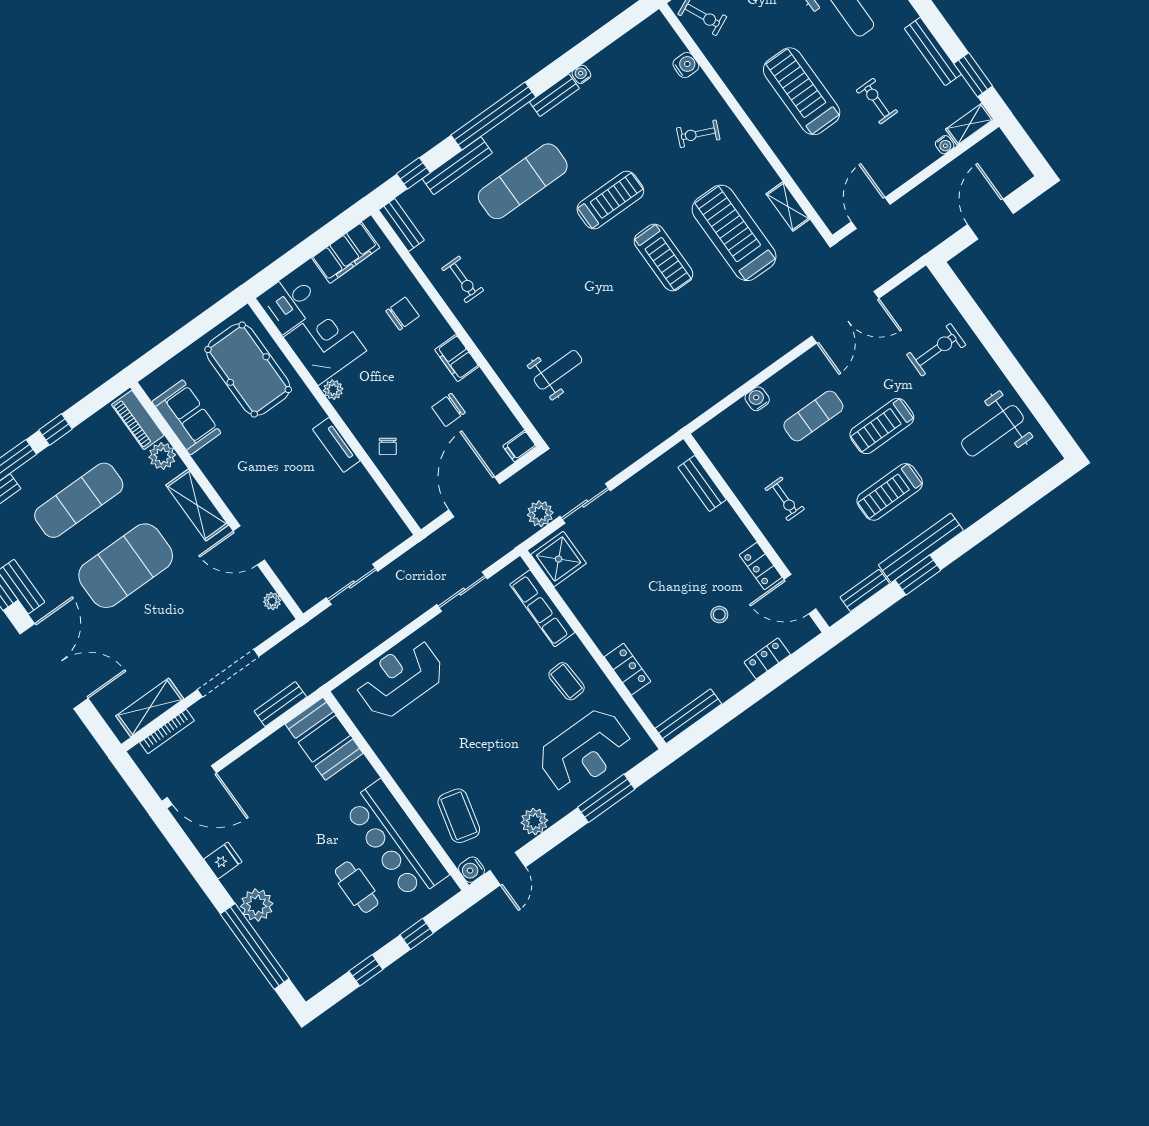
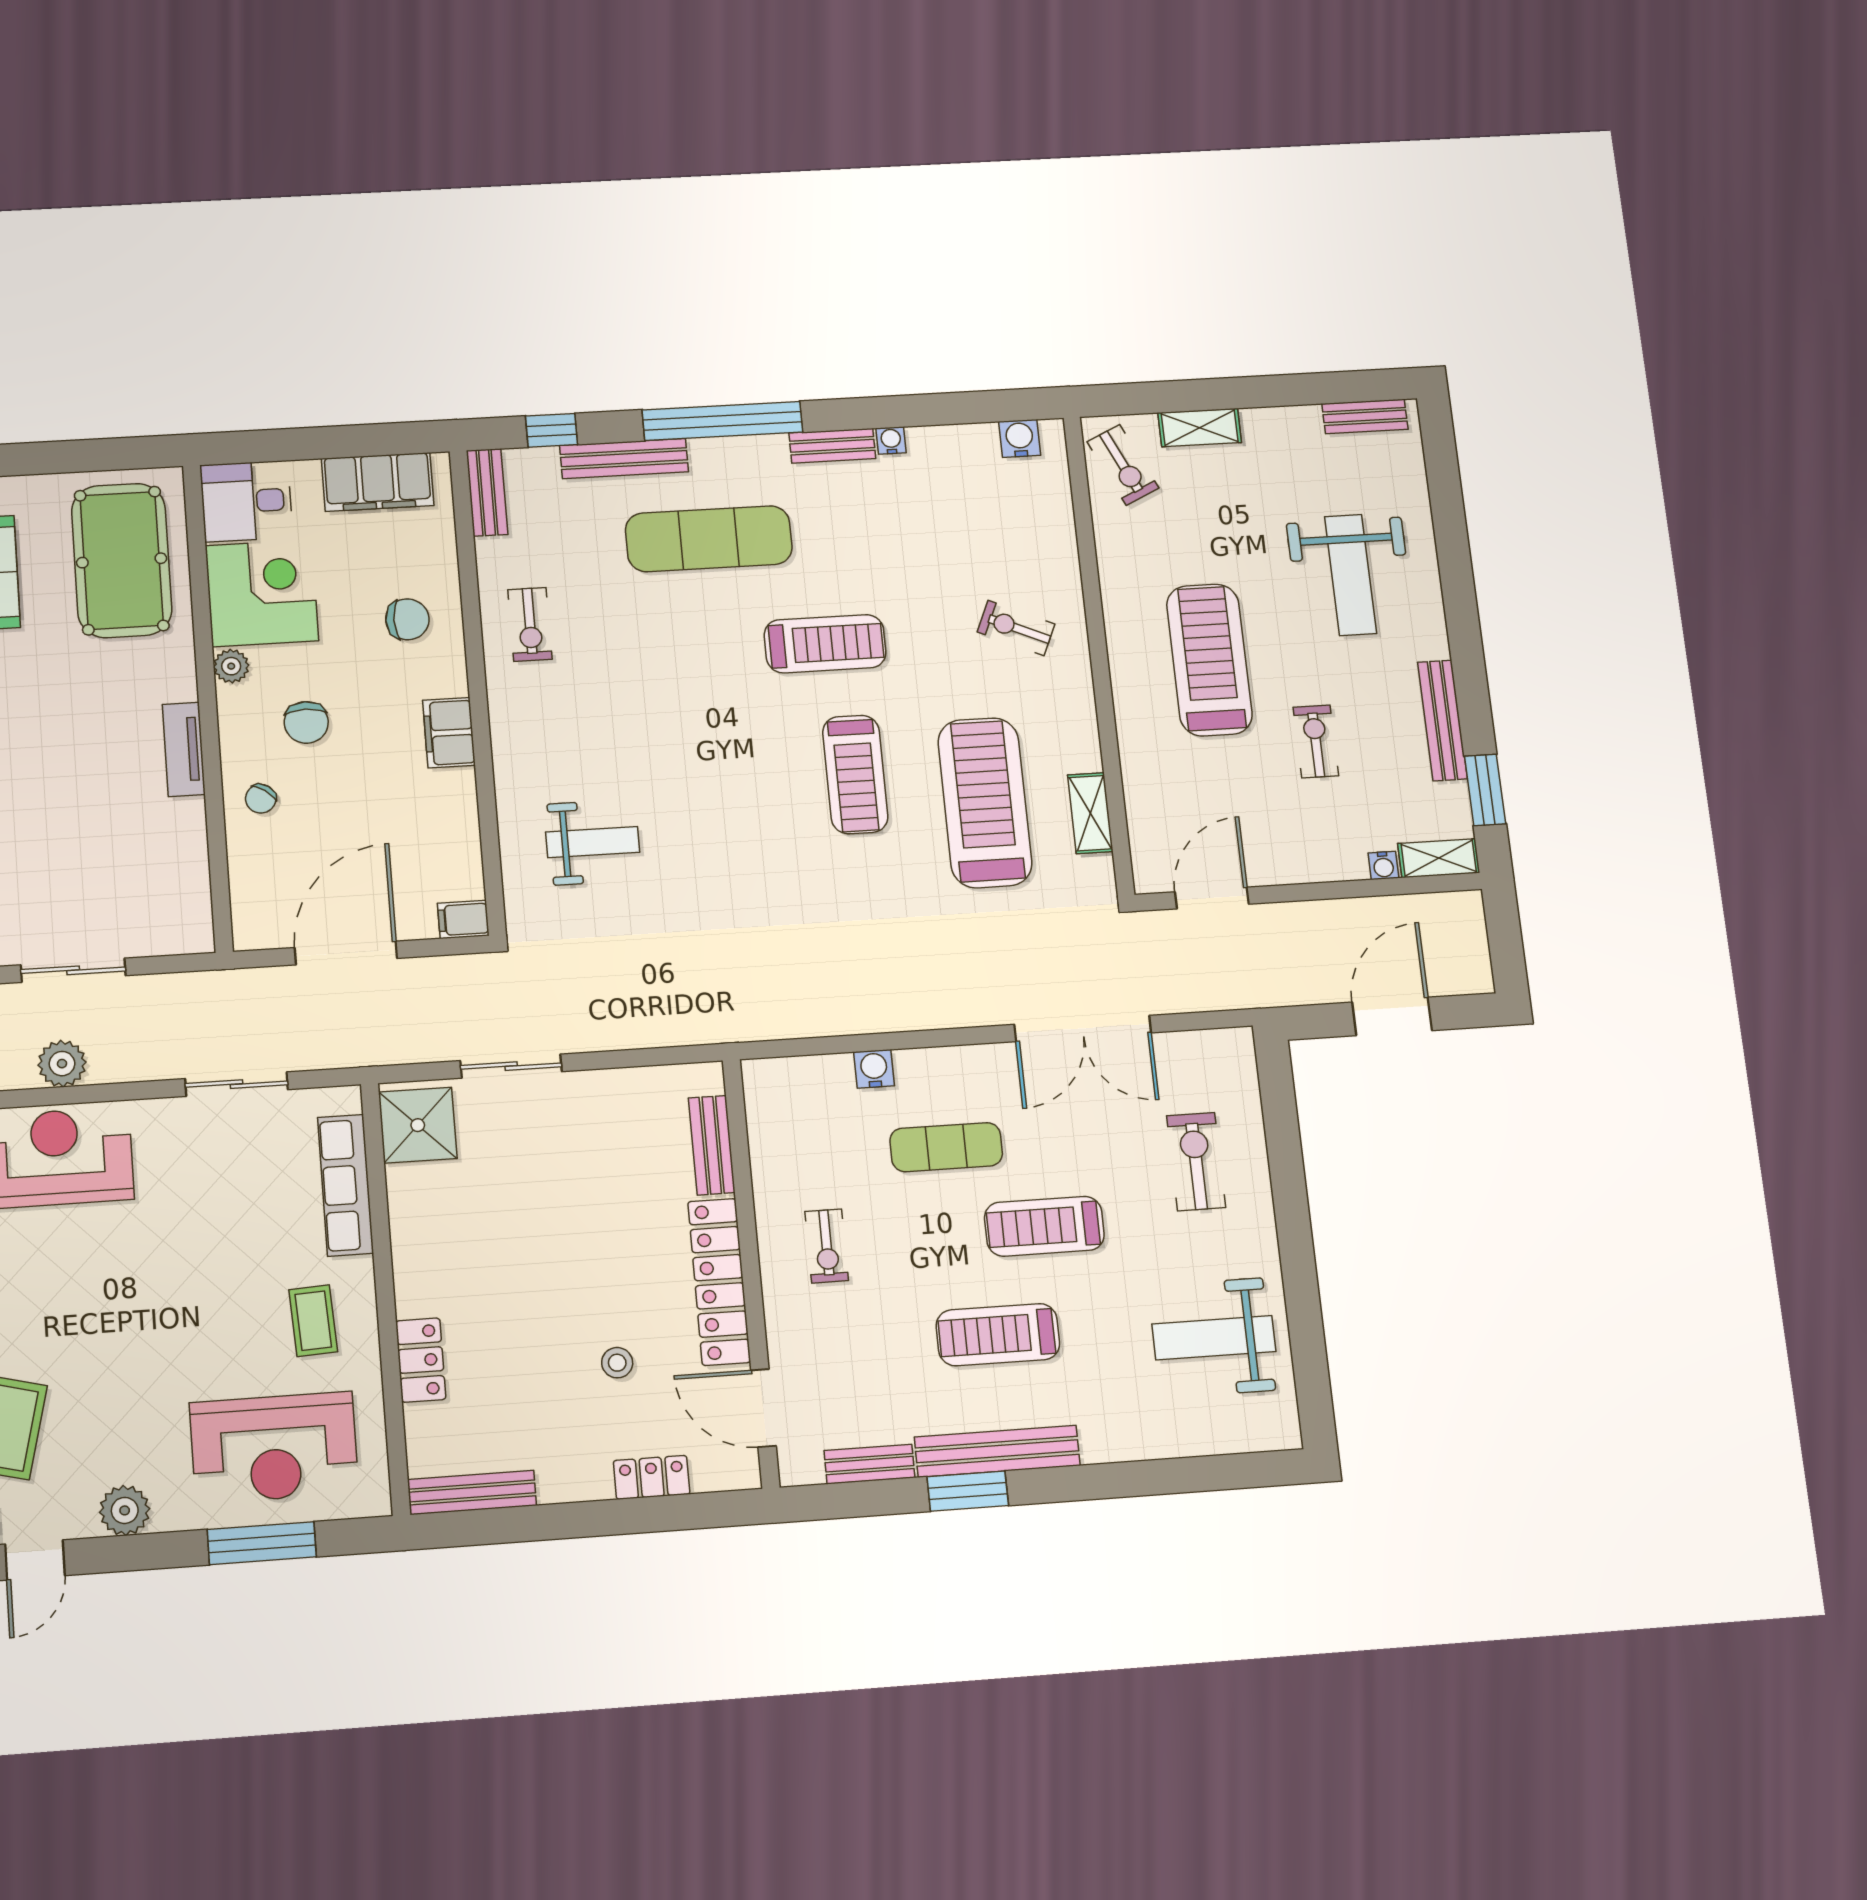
water cooler: (686, 65) -> (1020, 438), moved, turned -90
exercise bike: (936, 350) -> (1196, 1162), turned -90
chair: (449, 410) -> (306, 722), moved, turned -90
plant: (540, 514) -> (62, 1064), moved
locker: (761, 566) -> (719, 1282), width x2.16, depth x1.21

